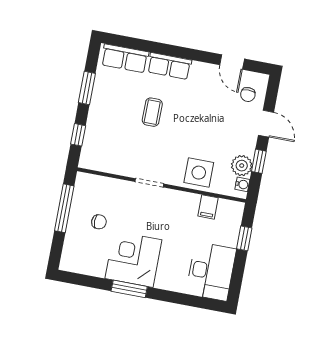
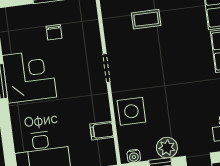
coffee table: (152, 112) -> (146, 19), moved
plant: (242, 166) -> (167, 148), moved

